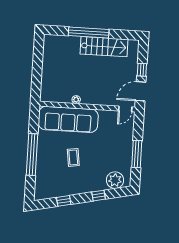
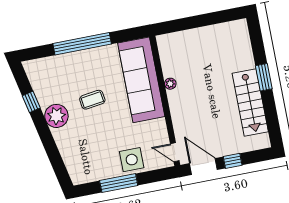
window: (89, 32) -> (264, 77), width x0.47
side table: (123, 141) -> (132, 160), added
plant: (115, 180) -> (56, 116), moved
window: (99, 196) -> (50, 146), removed

